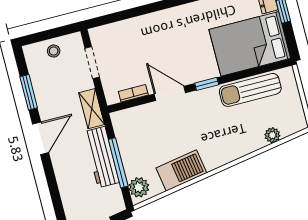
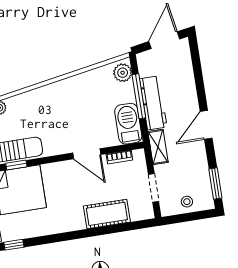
cot: (141, 29) -> (107, 214), added
window: (207, 84) -> (16, 165), moved
window: (29, 92) -> (215, 183), moved
barbecue: (181, 170) -> (128, 124), moved, turned 100

